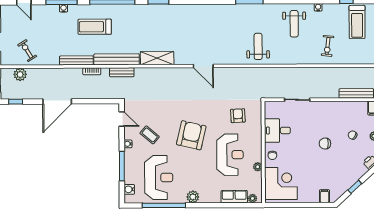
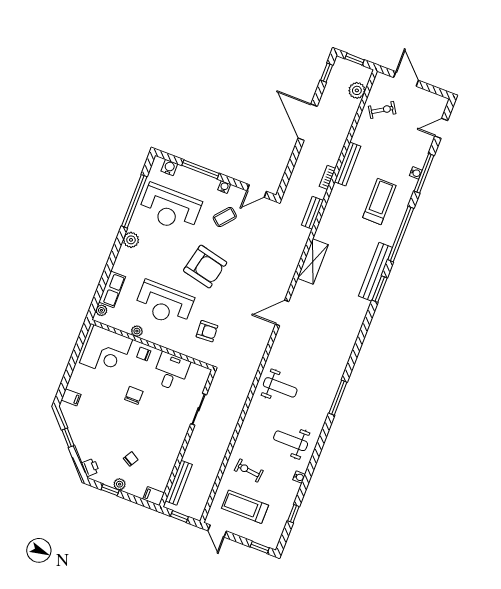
treadmill: (357, 22) -> (245, 507), moved
bench: (117, 59) -> (375, 272), moved
chair: (325, 144) -> (134, 395), moved

